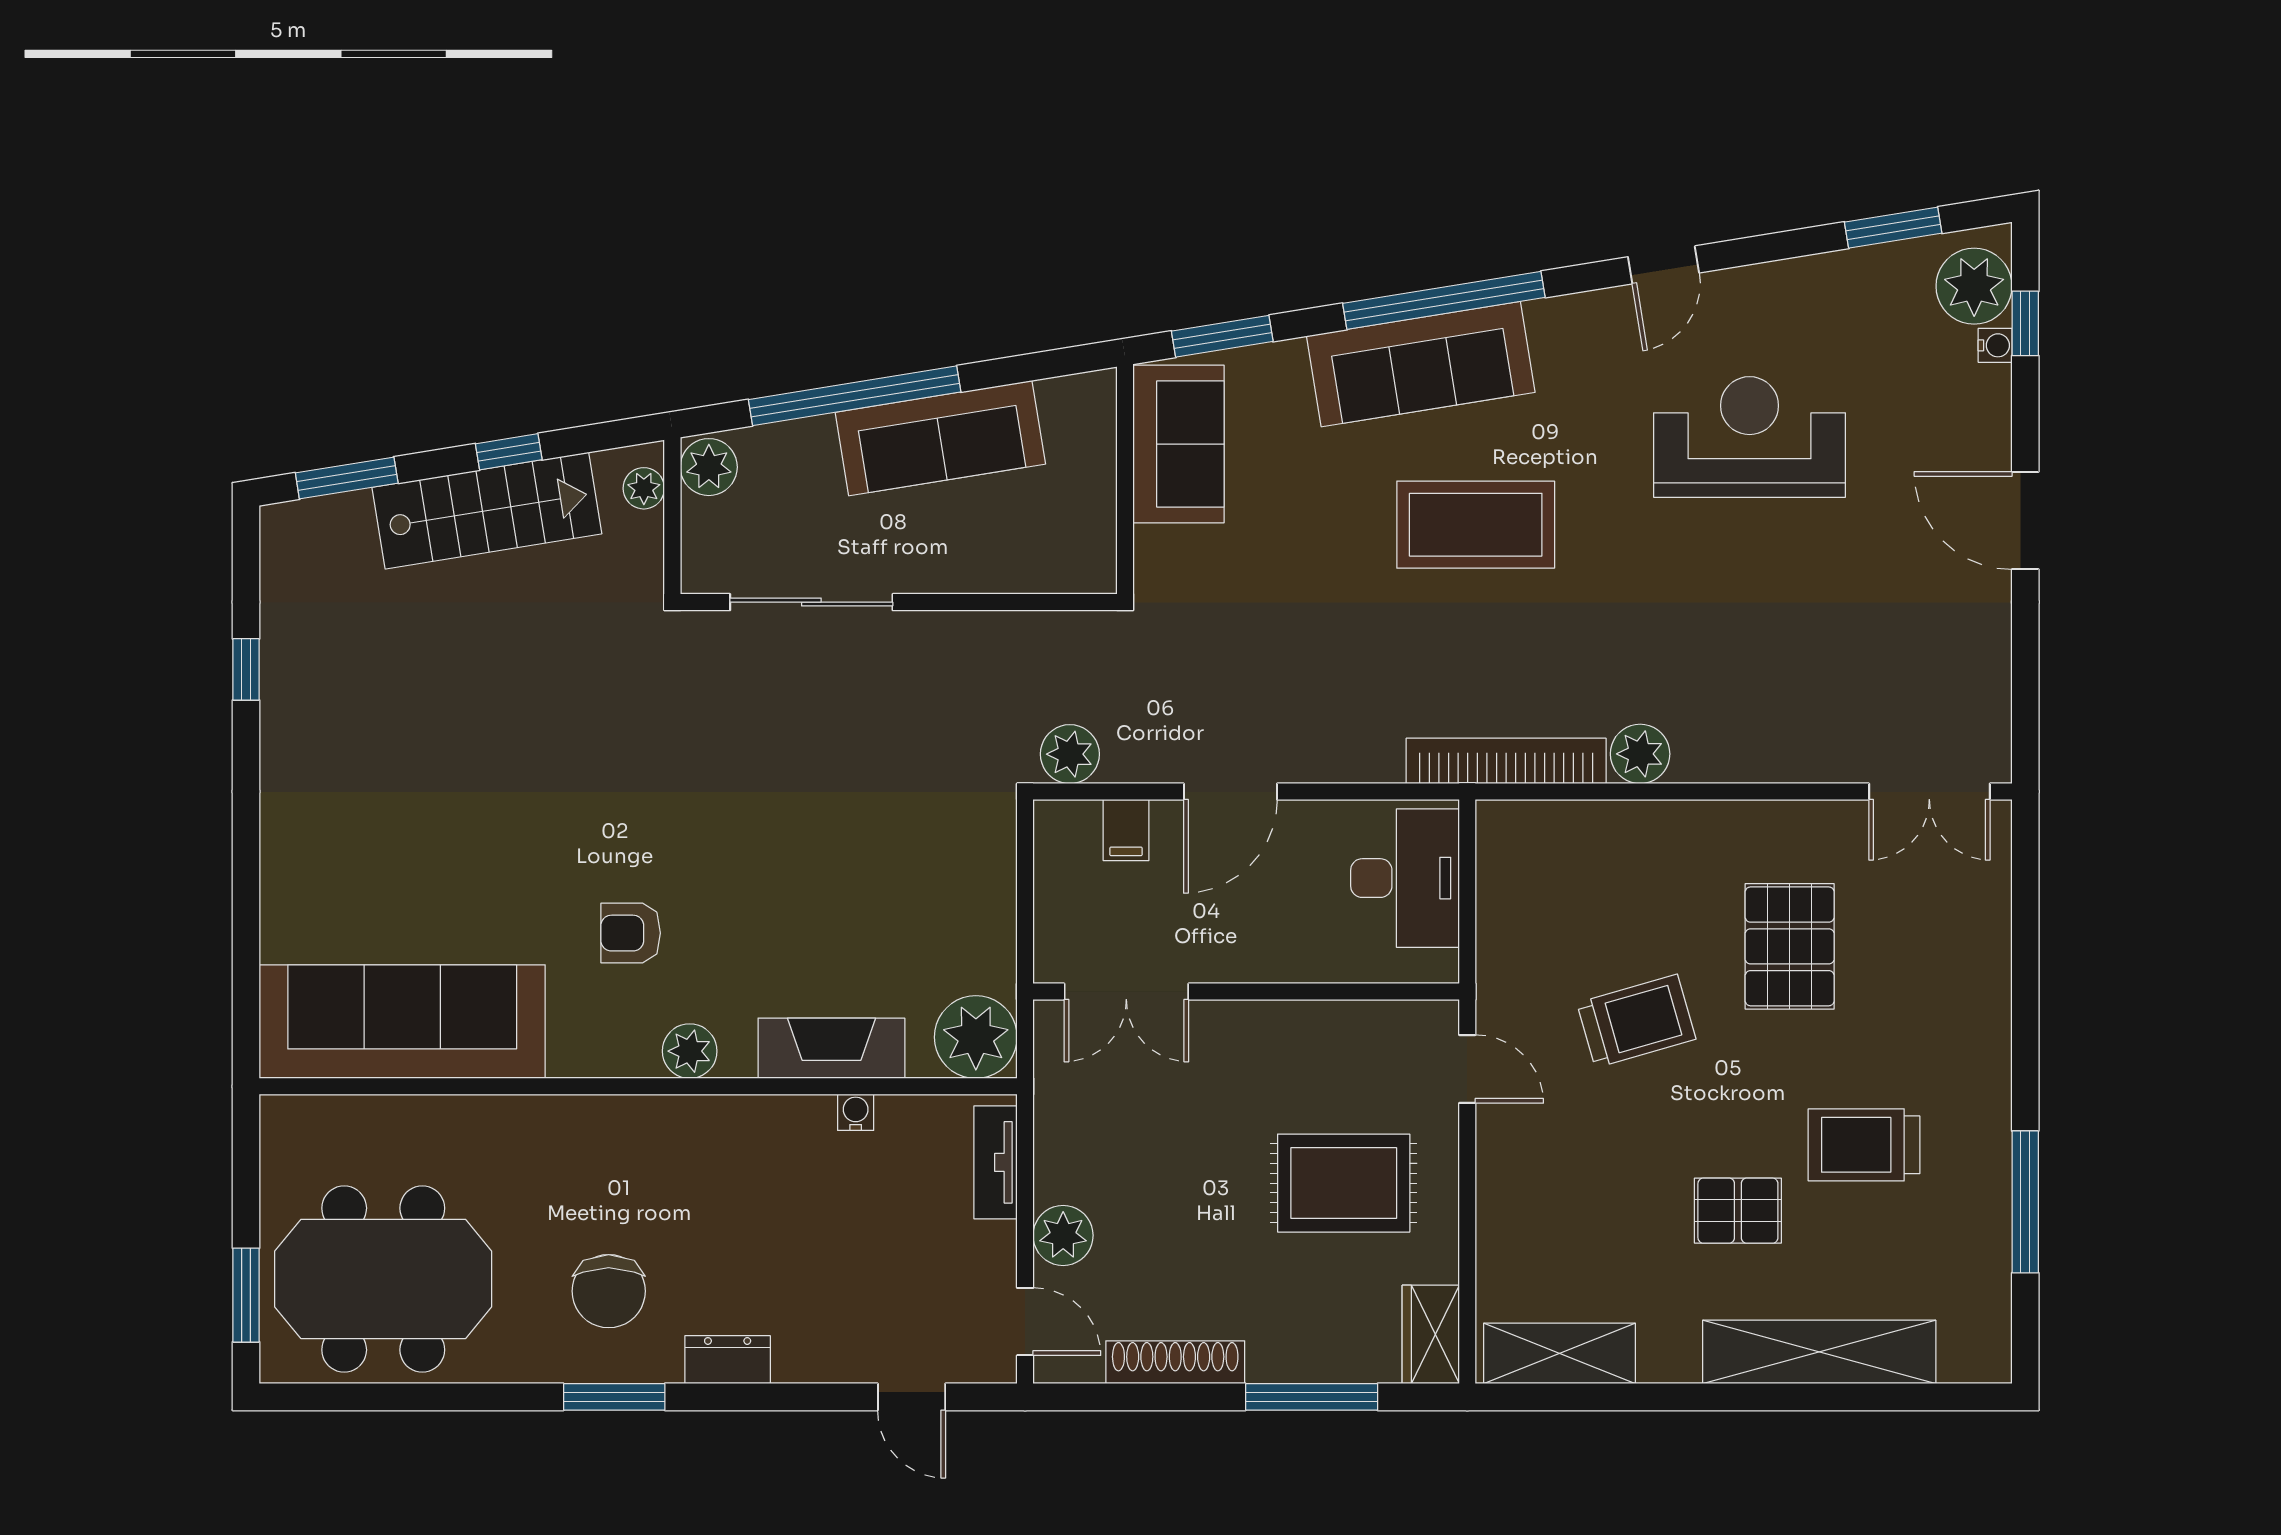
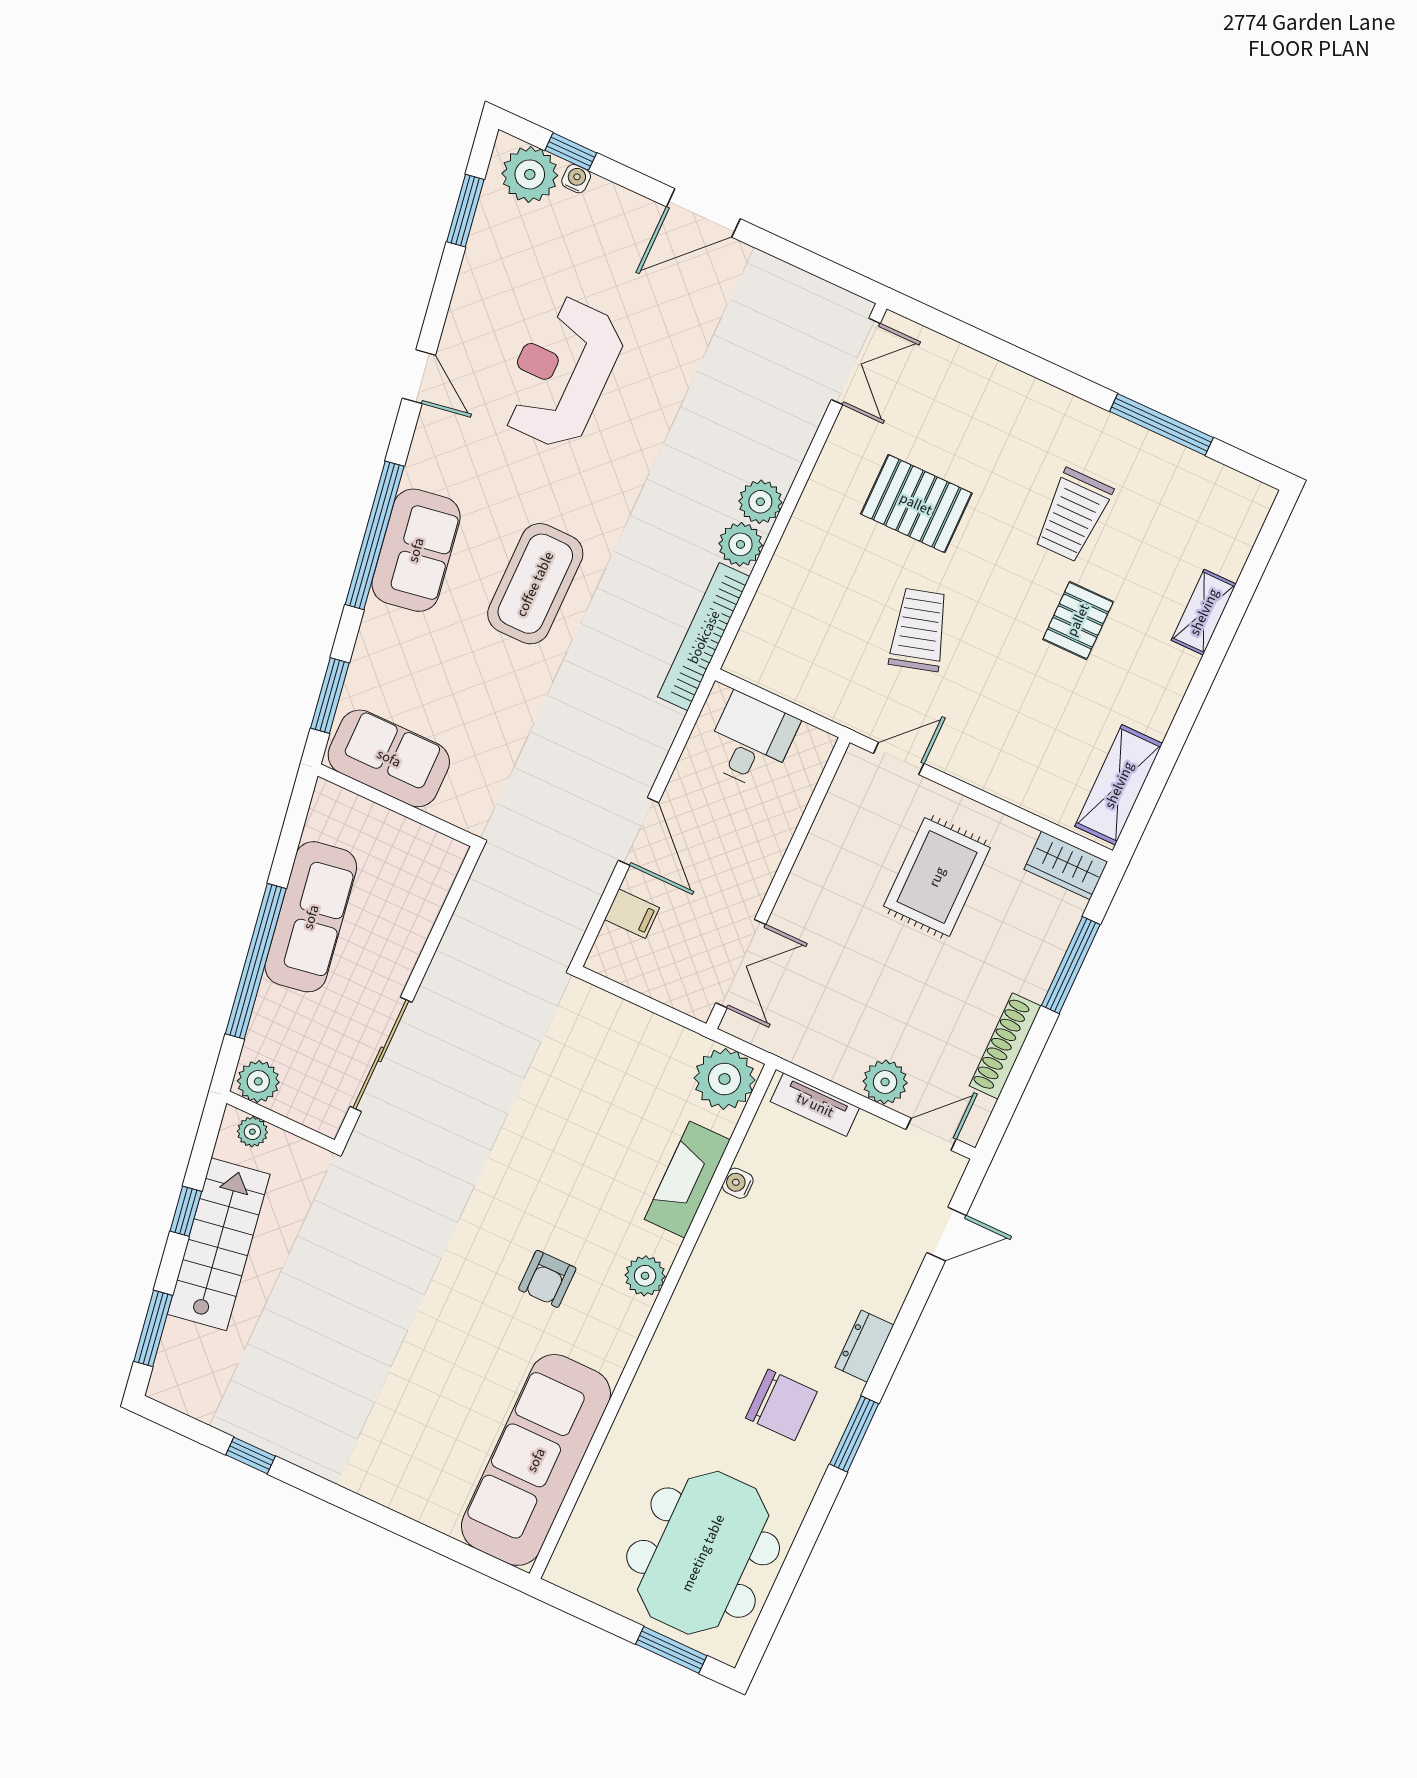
sofa: (1421, 364) -> (416, 550), width x0.73
plant: (1070, 754) -> (760, 502), moved
desk: (1405, 878) -> (751, 741), width x0.73
shelving: (1819, 1352) -> (1204, 612), width x0.45, depth x0.75

